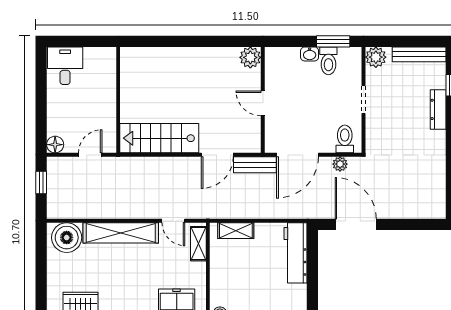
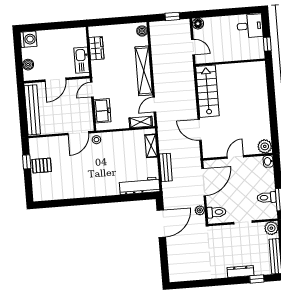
window: (95, 41) -> (267, 44), added
washbasin: (310, 54) -> (268, 161), moved
door: (297, 155) -> (204, 182), swing flipped
bench: (255, 165) -> (166, 167), moved
boiler: (67, 238) -> (142, 31), width x0.54, depth x0.54

